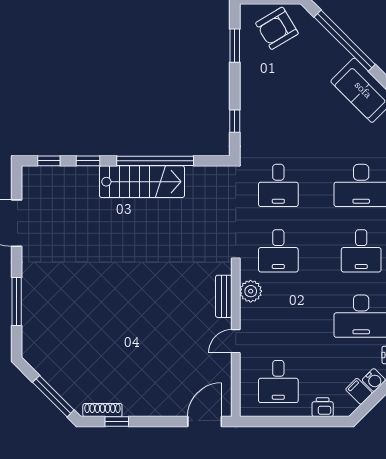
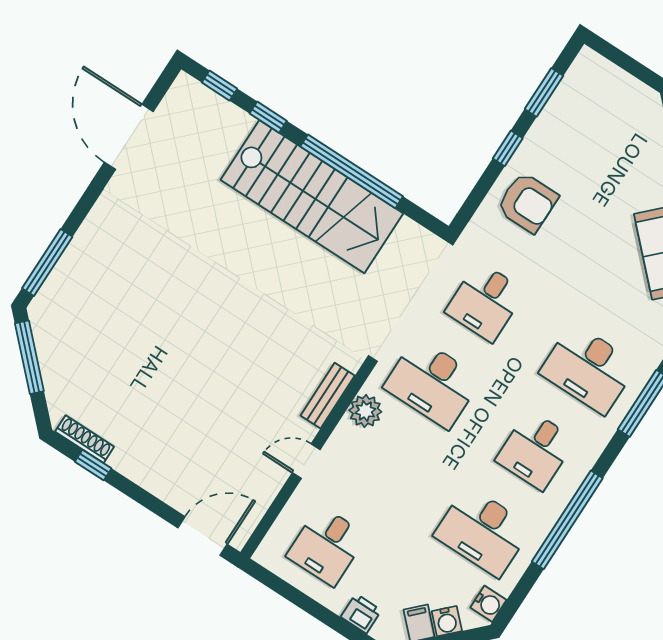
armchair: (277, 28) -> (527, 202), moved, turned -149
window: (235, 121) -> (508, 148), moved
stairs: (142, 182) -> (312, 197), width x1.36, depth x1.51
desk: (278, 251) -> (432, 383), width x1.37
window: (17, 301) -> (47, 263), moved
window: (53, 396) -> (29, 357), moved

